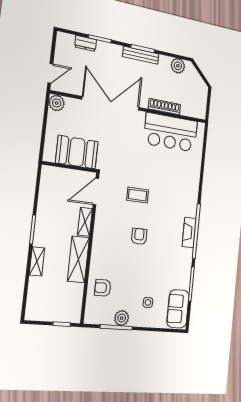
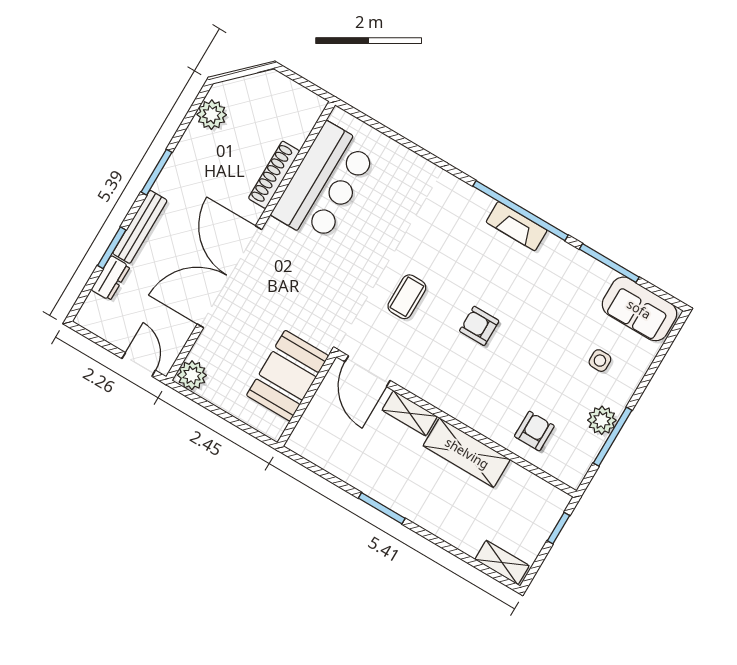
bench: (141, 55) -> (140, 227), moved
shelving: (37, 261) -> (502, 563), moved
armchair: (103, 288) -> (534, 431), turned 180

